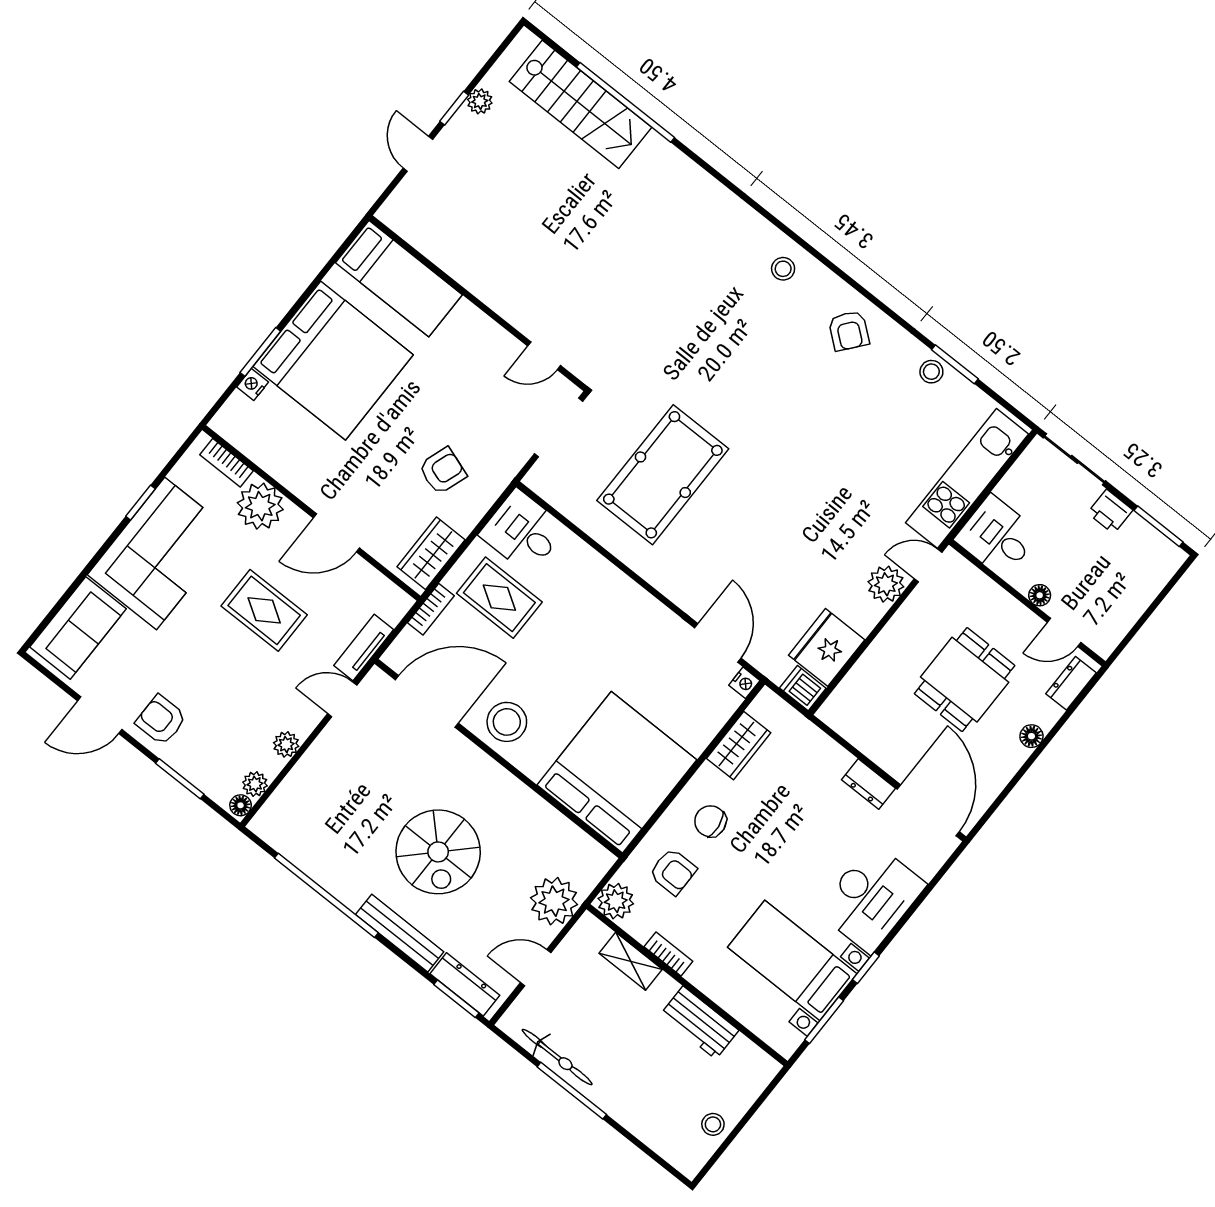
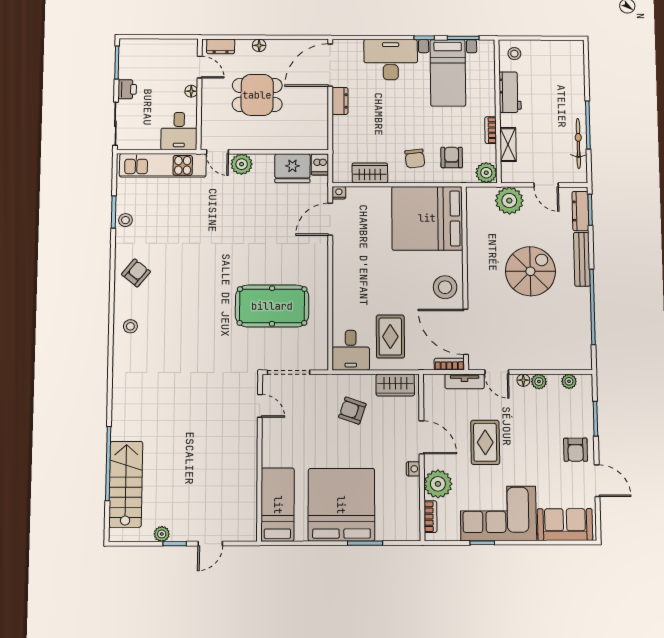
nightstand: (253, 385) -> (413, 469), moved, turned -90
bookcase: (431, 609) -> (449, 364), moved
floor lamp: (241, 805) -> (523, 380), moved
stool: (713, 1124) -> (514, 54), moved

